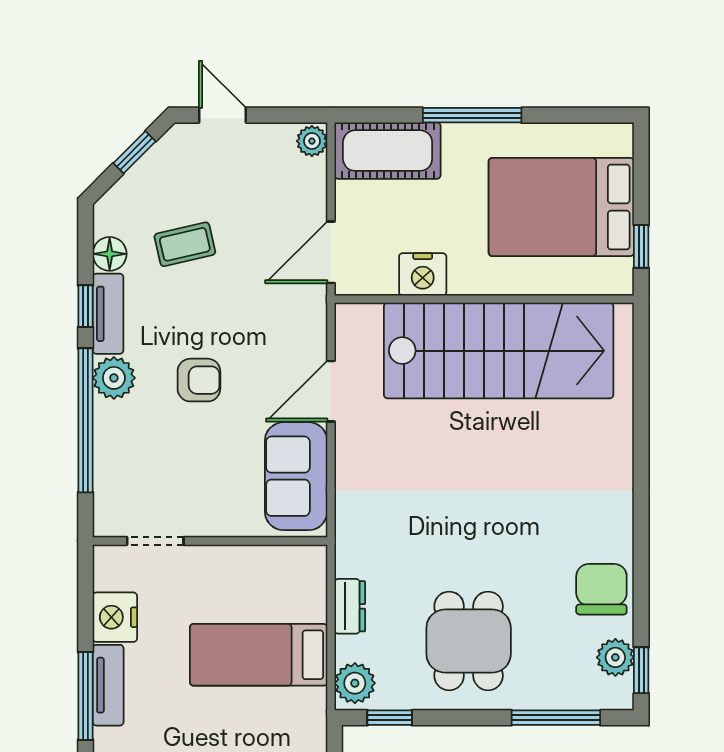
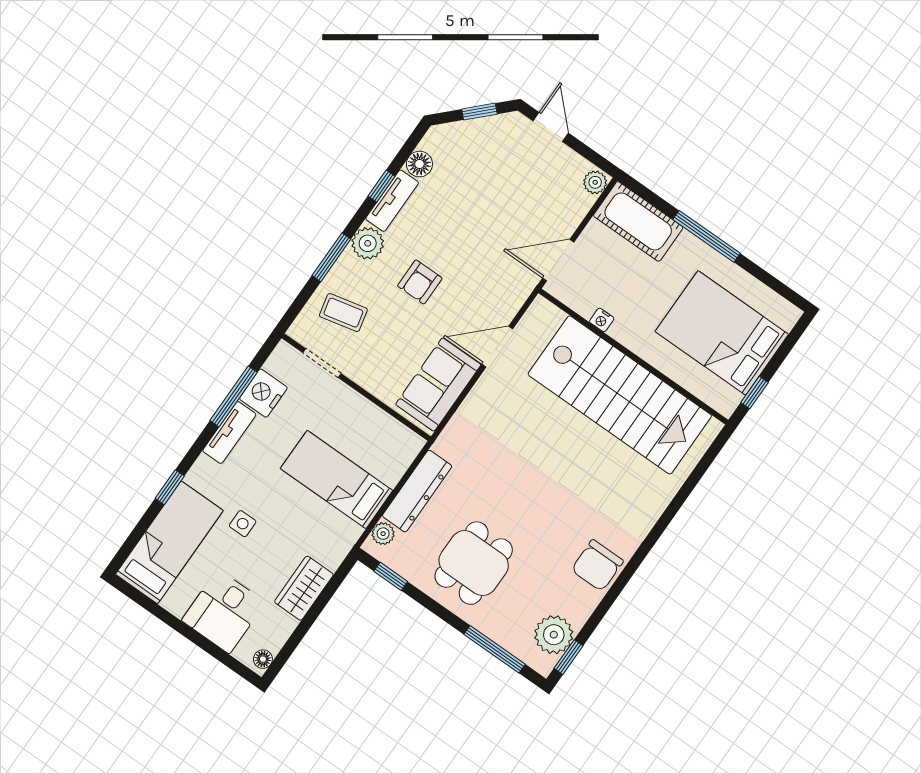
coffee table: (185, 244) -> (343, 313), moved
nightstand: (423, 274) -> (602, 320), width x0.53, depth x0.56
armchair: (199, 380) -> (420, 282), turned 90
window: (85, 420) -> (331, 257), width x0.47
chair: (601, 589) -> (597, 565), moved, turned 180
dresser: (350, 606) -> (417, 491), width x1.96, depth x1.24
plant: (615, 657) -> (554, 635), width x1.36, depth x1.36
plant: (355, 683) -> (383, 534), width x0.73, depth x0.73
window: (85, 696) -> (234, 396), moved

